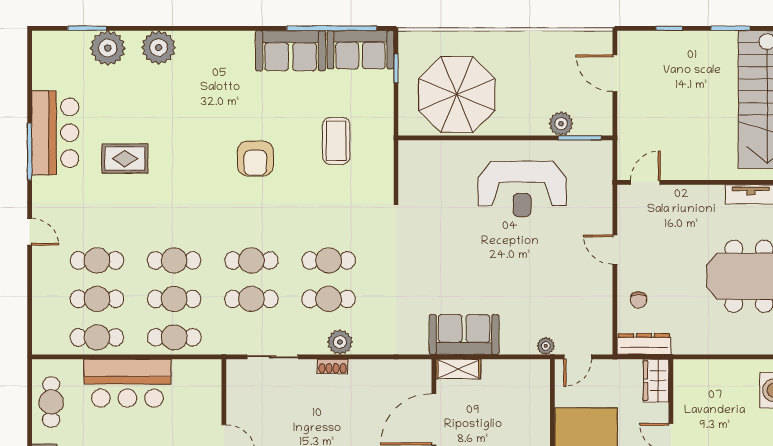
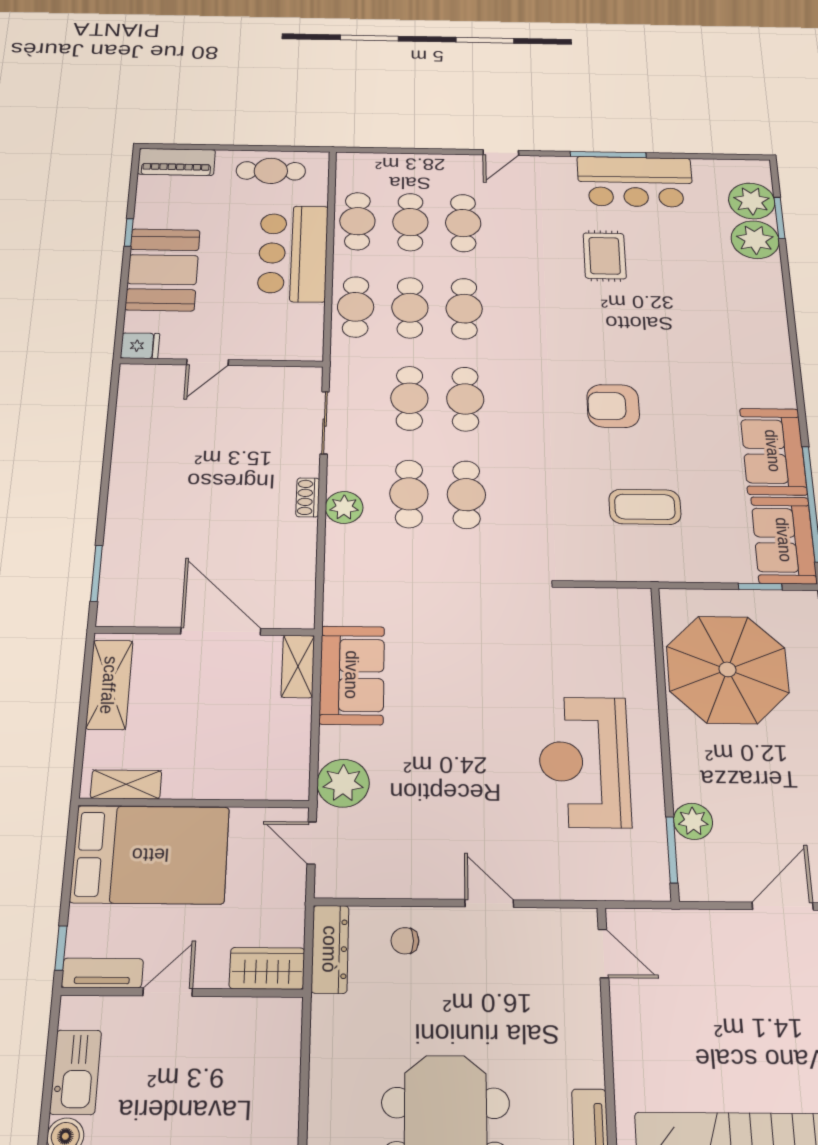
plant: (159, 48) -> (752, 201), moved
door: (615, 250) -> (489, 903), hinge flipped
plant: (546, 346) -> (343, 783), width x1.88, depth x1.88

